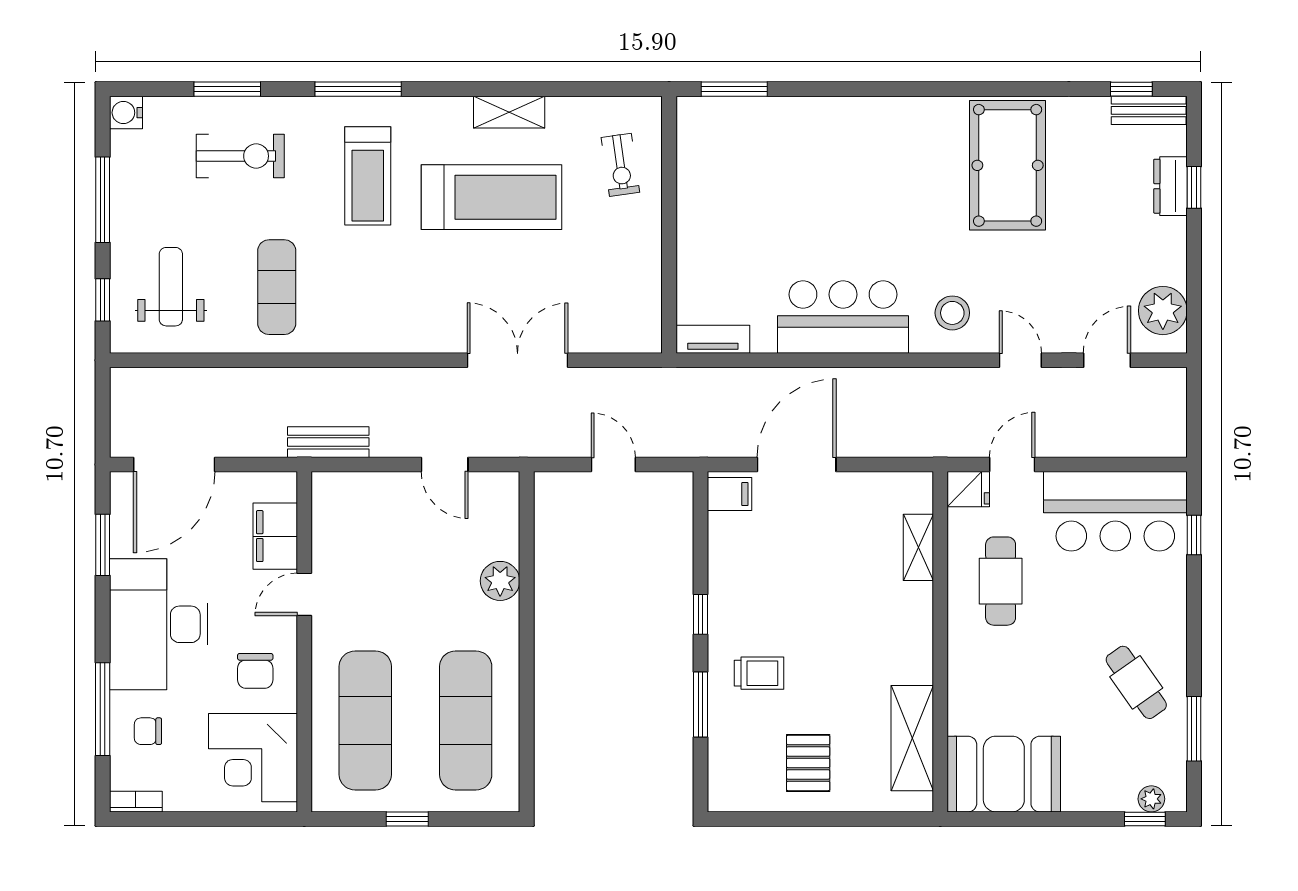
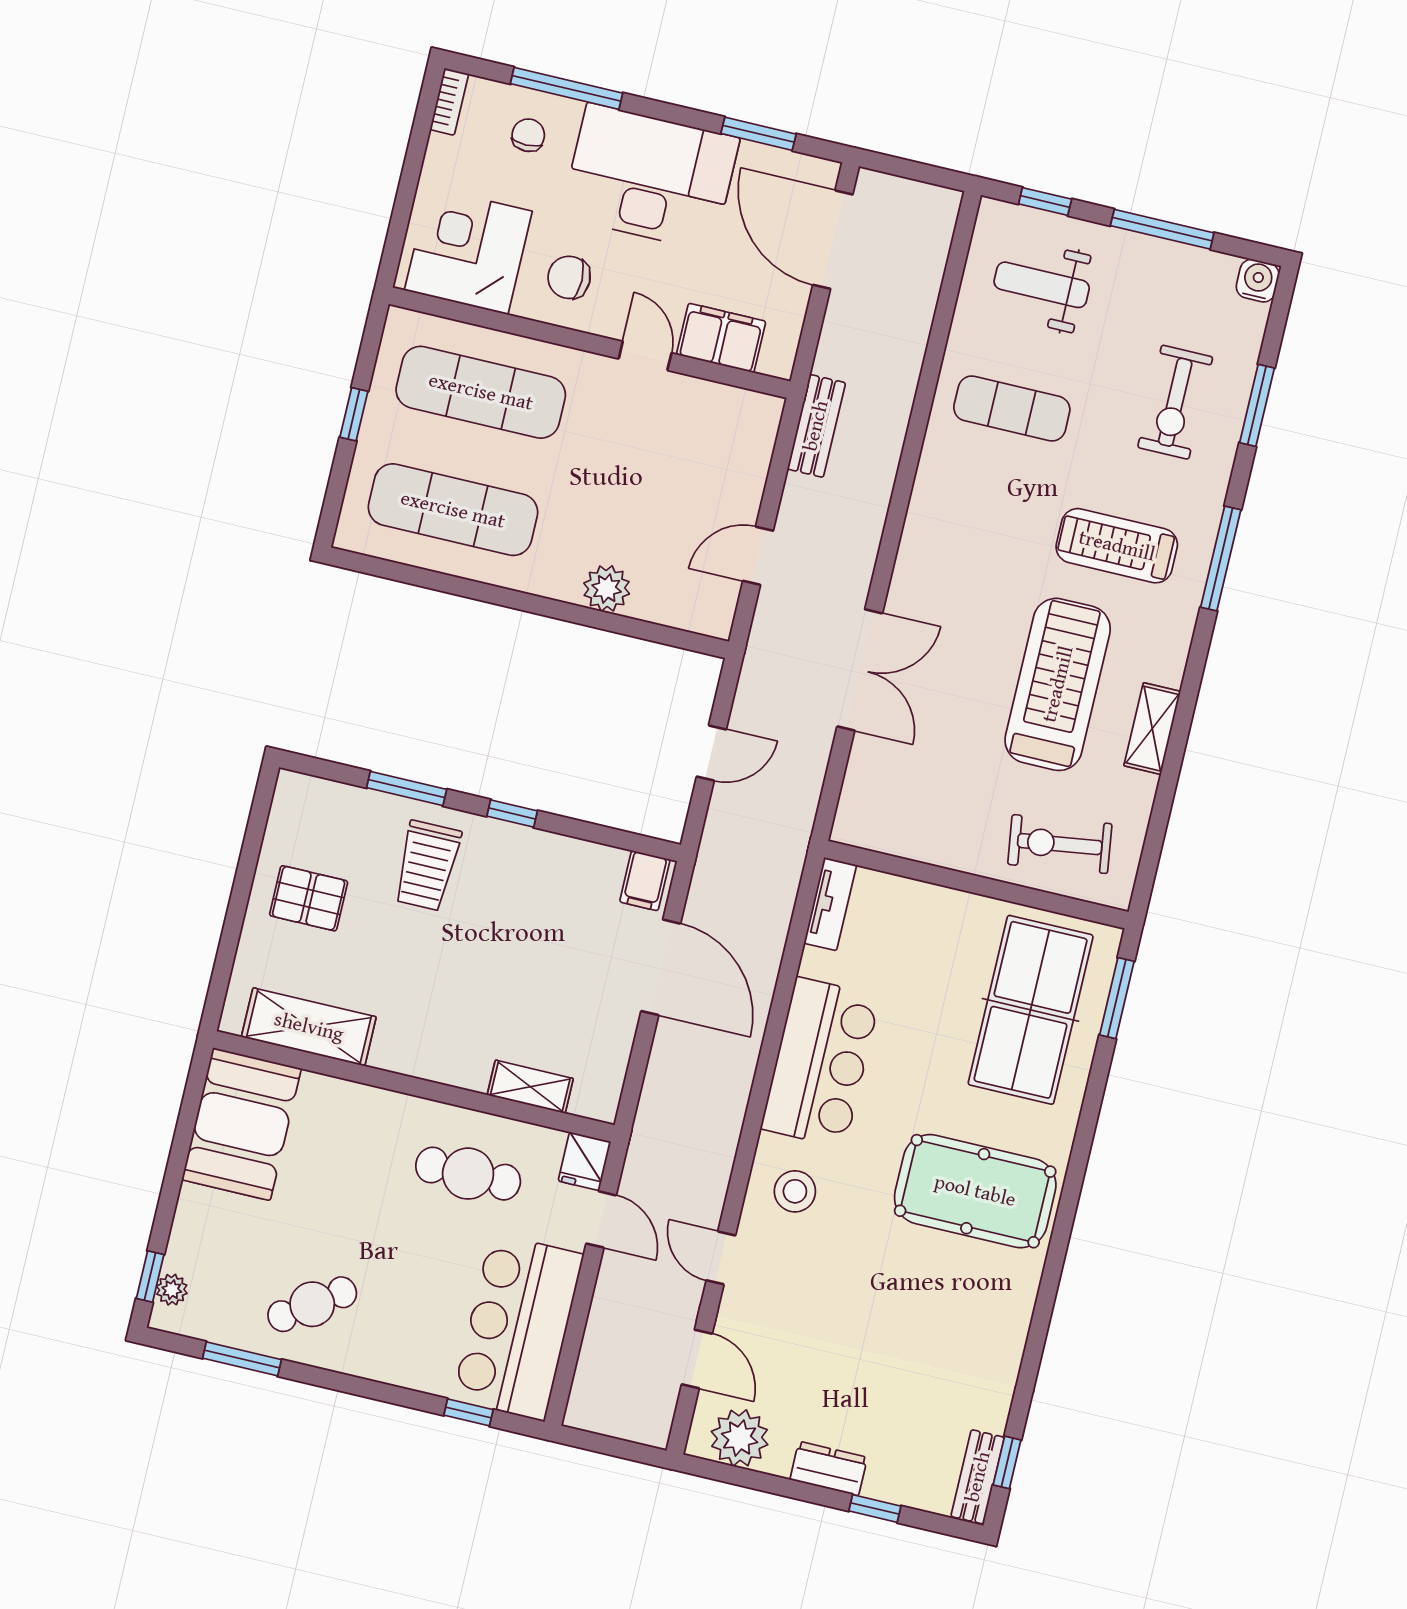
table tennis table: (760, 157) -> (1031, 1010), added
exercise bike: (620, 165) -> (1060, 844), width x1.38, depth x1.39
pool table: (1008, 165) -> (975, 1191), moved
dresser: (1170, 186) -> (829, 1469), moved
treadmill: (491, 197) -> (1058, 684), turned 180
weight bench: (171, 287) -> (1042, 285), turned 180
door: (1020, 360) -> (721, 1258), swing flipped
trolley: (759, 673) -> (427, 866), width x1.36, depth x1.39

